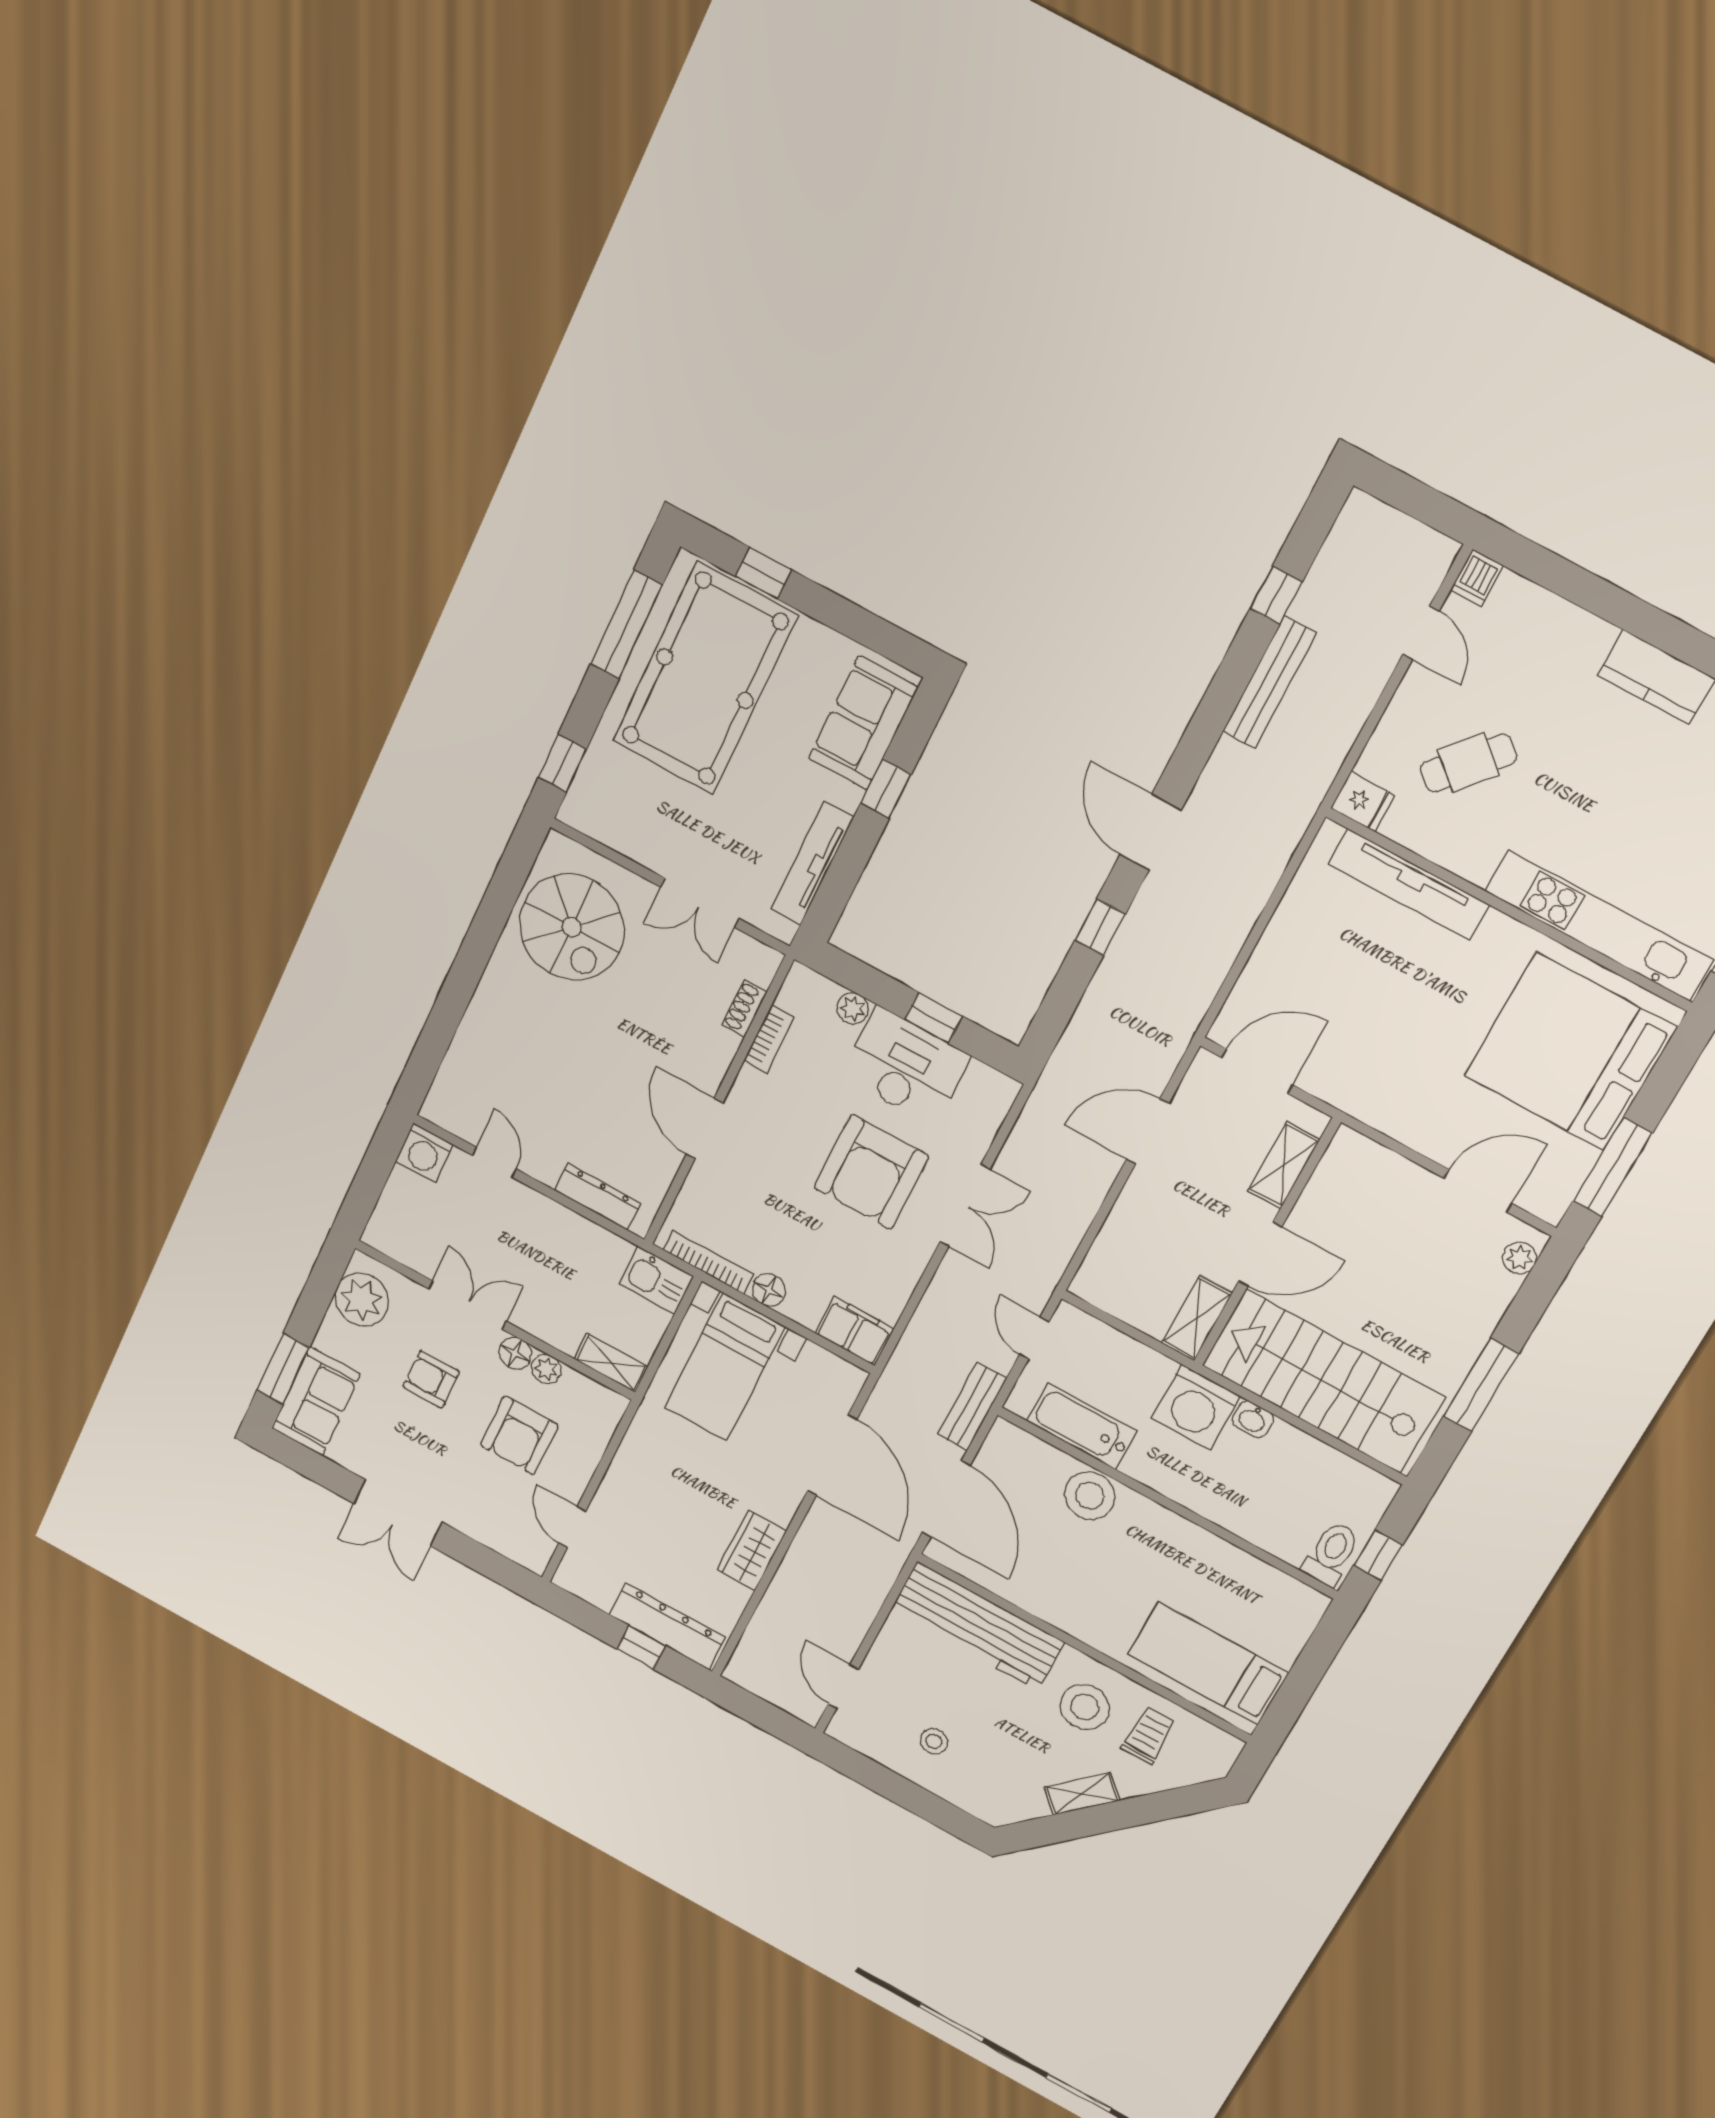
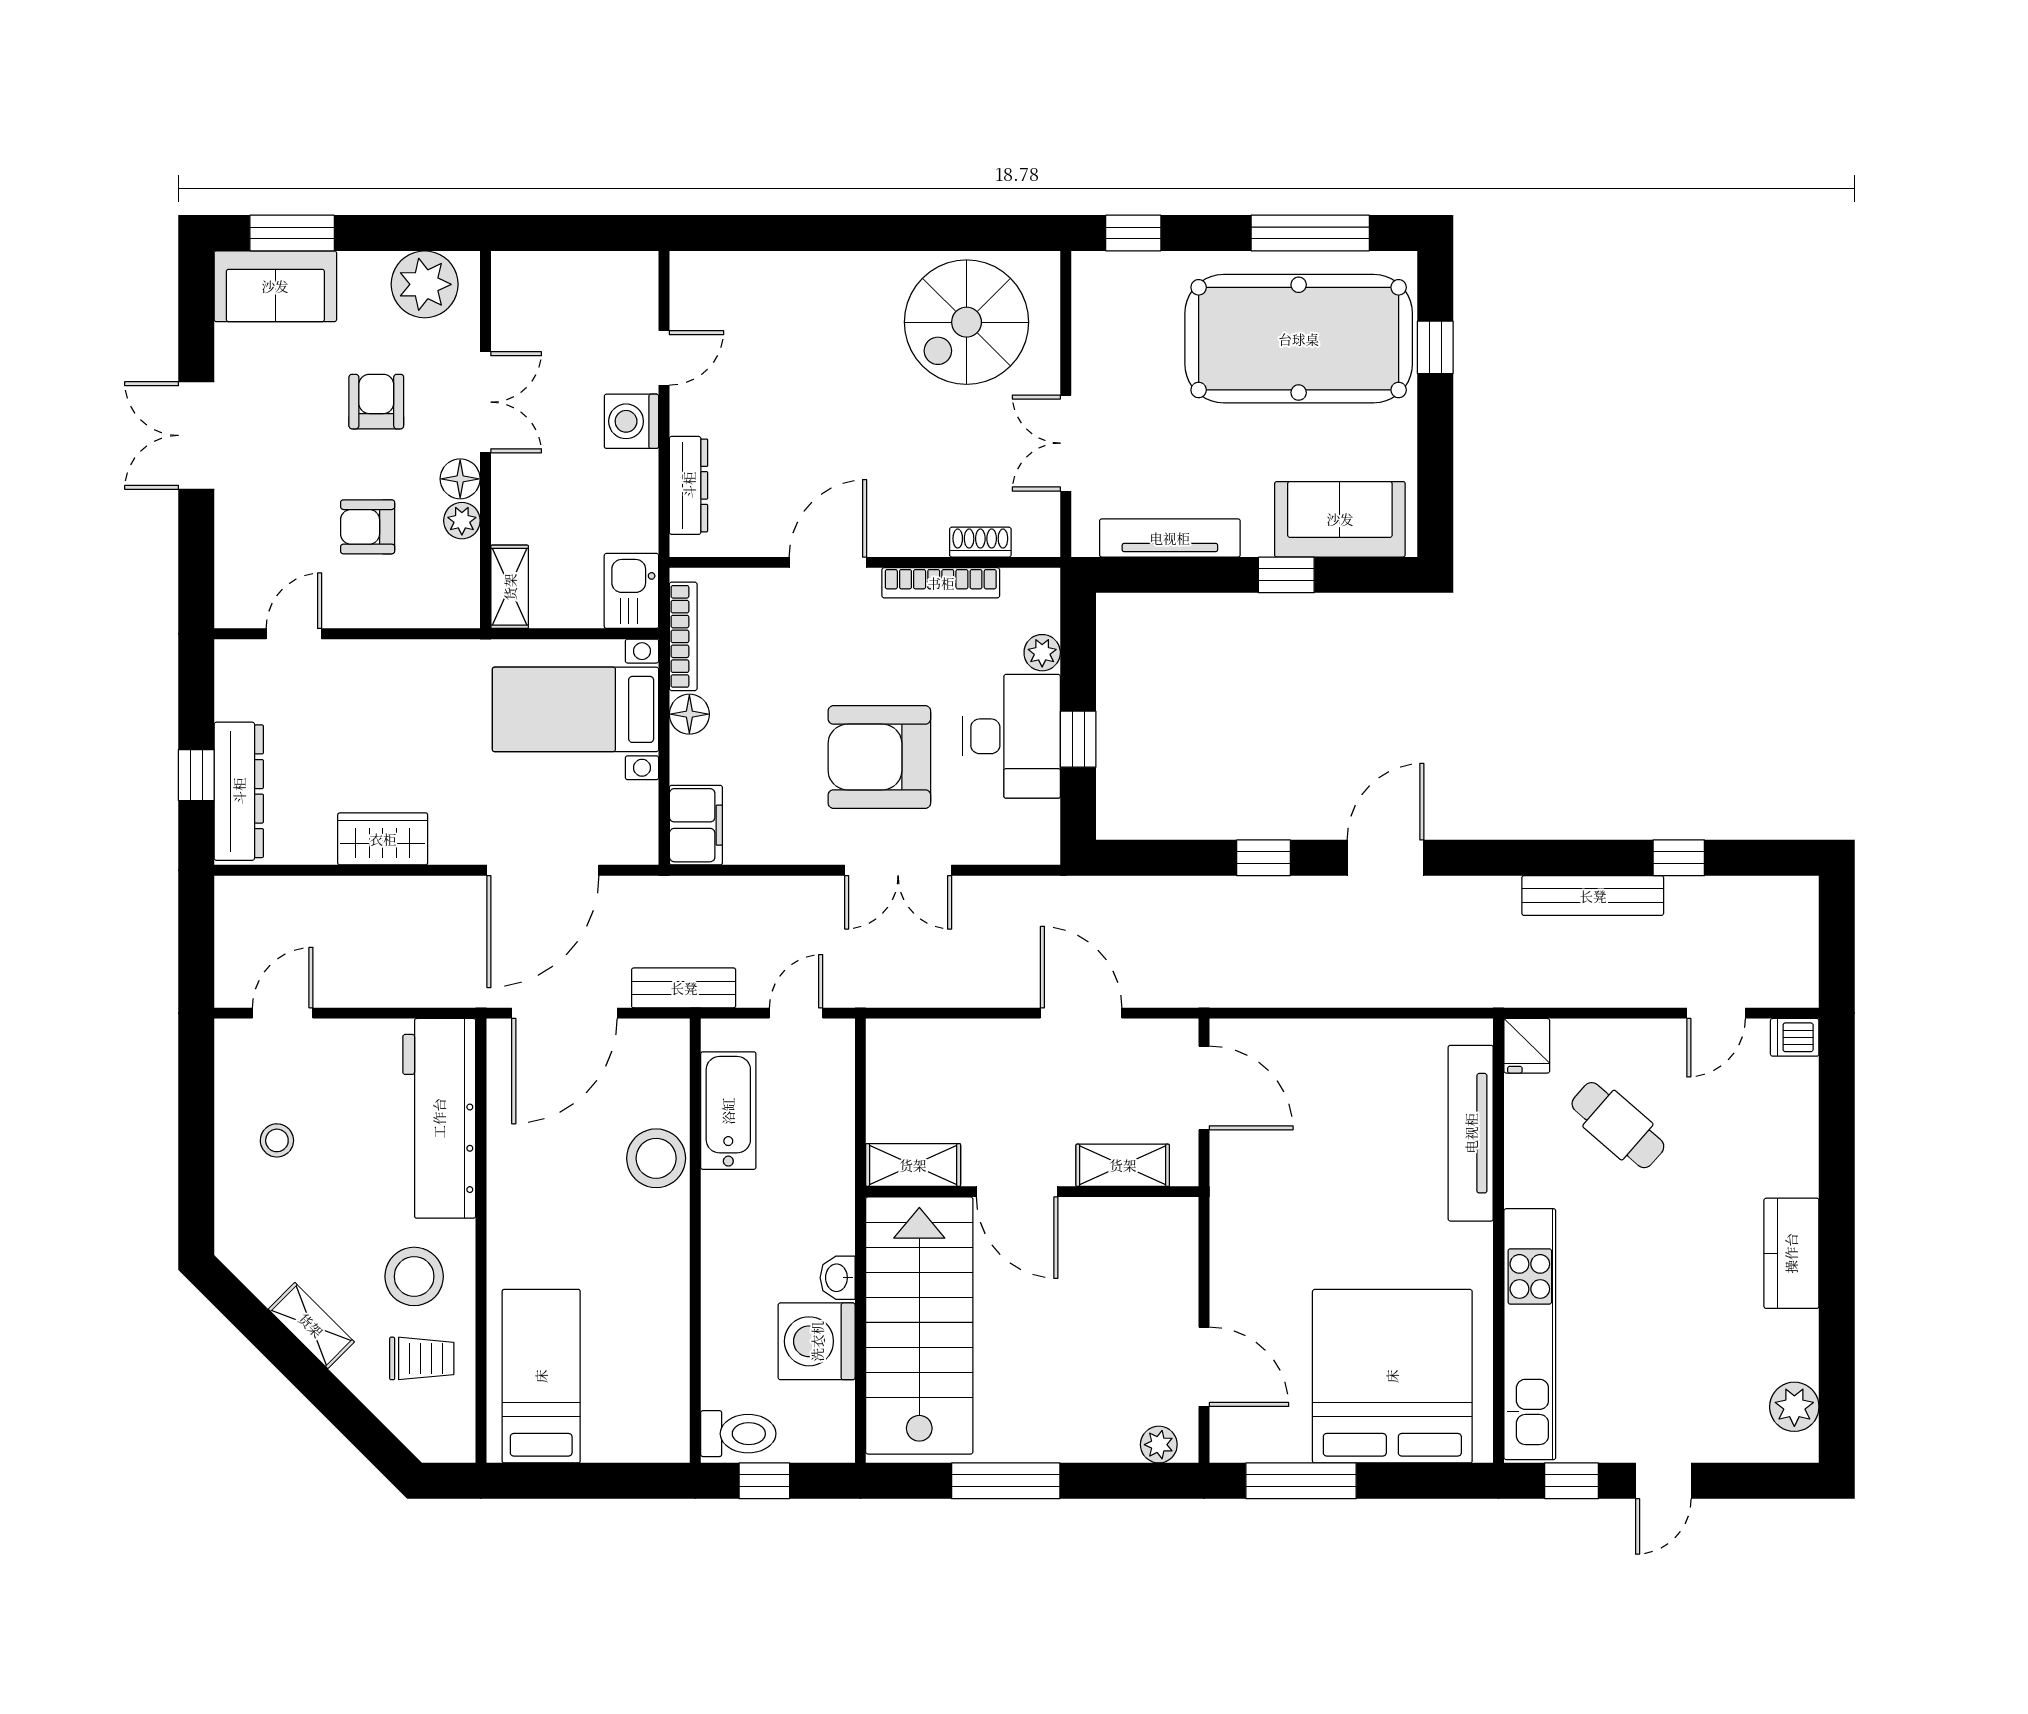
bookcase: (769, 1039) -> (941, 583), width x1.56
washing machine: (424, 1153) -> (631, 421), moved
washing machine: (1196, 1407) -> (817, 1341), moved
armchair: (519, 1435) -> (368, 527), width x0.72, depth x0.72

